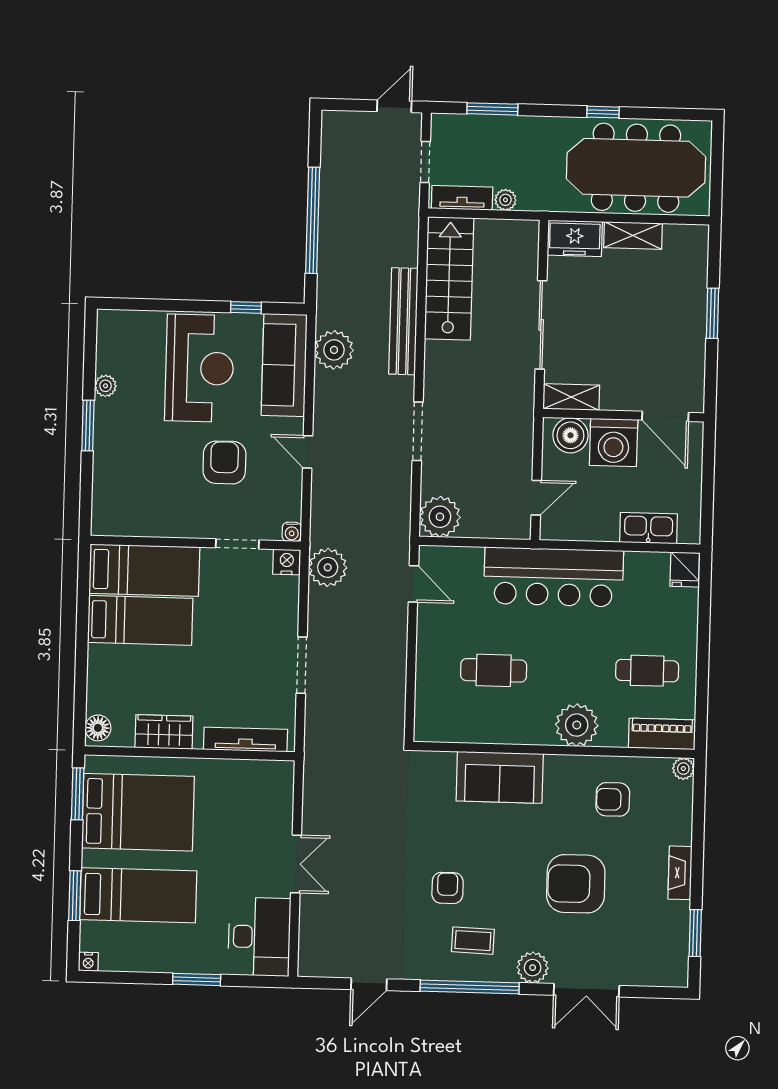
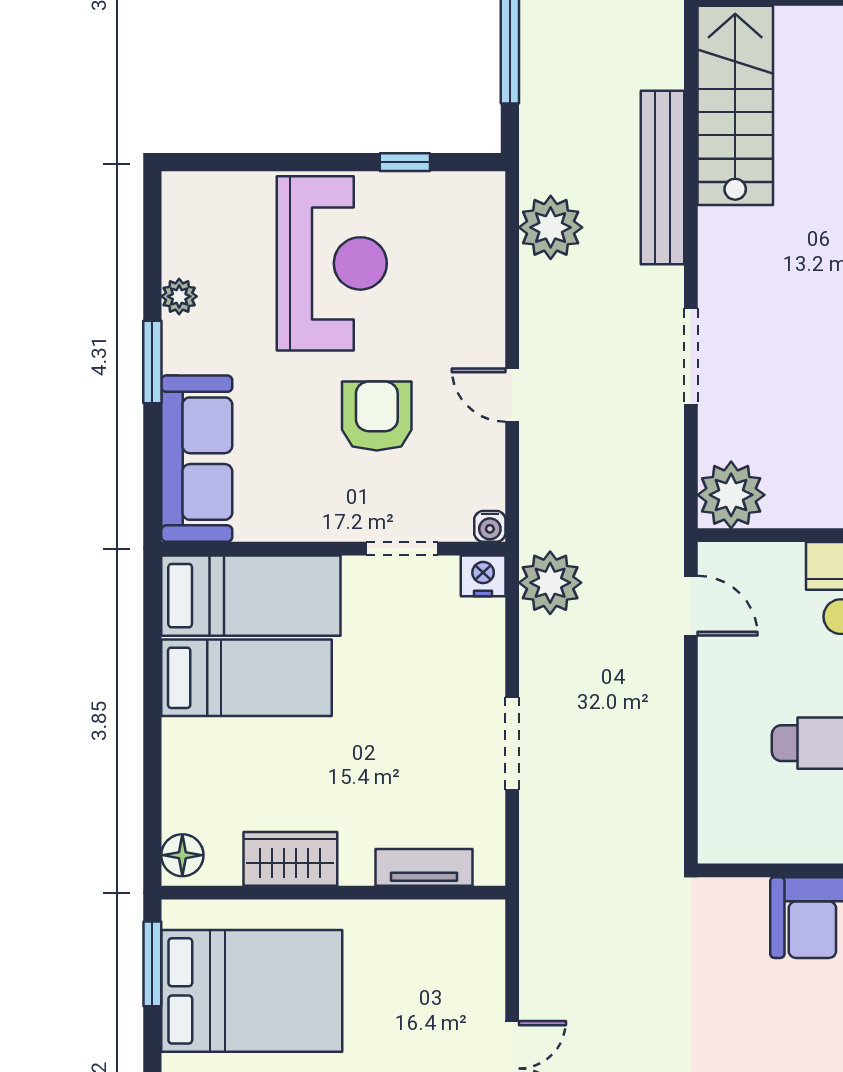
sofa: (284, 365) -> (197, 459), moved, turned 180
tv unit: (246, 740) -> (424, 867), width x0.71

